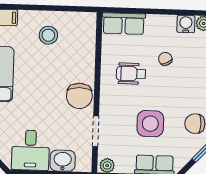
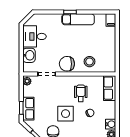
stool: (48, 35) -> (90, 62), moved
side table: (150, 124) -> (66, 114), moved

